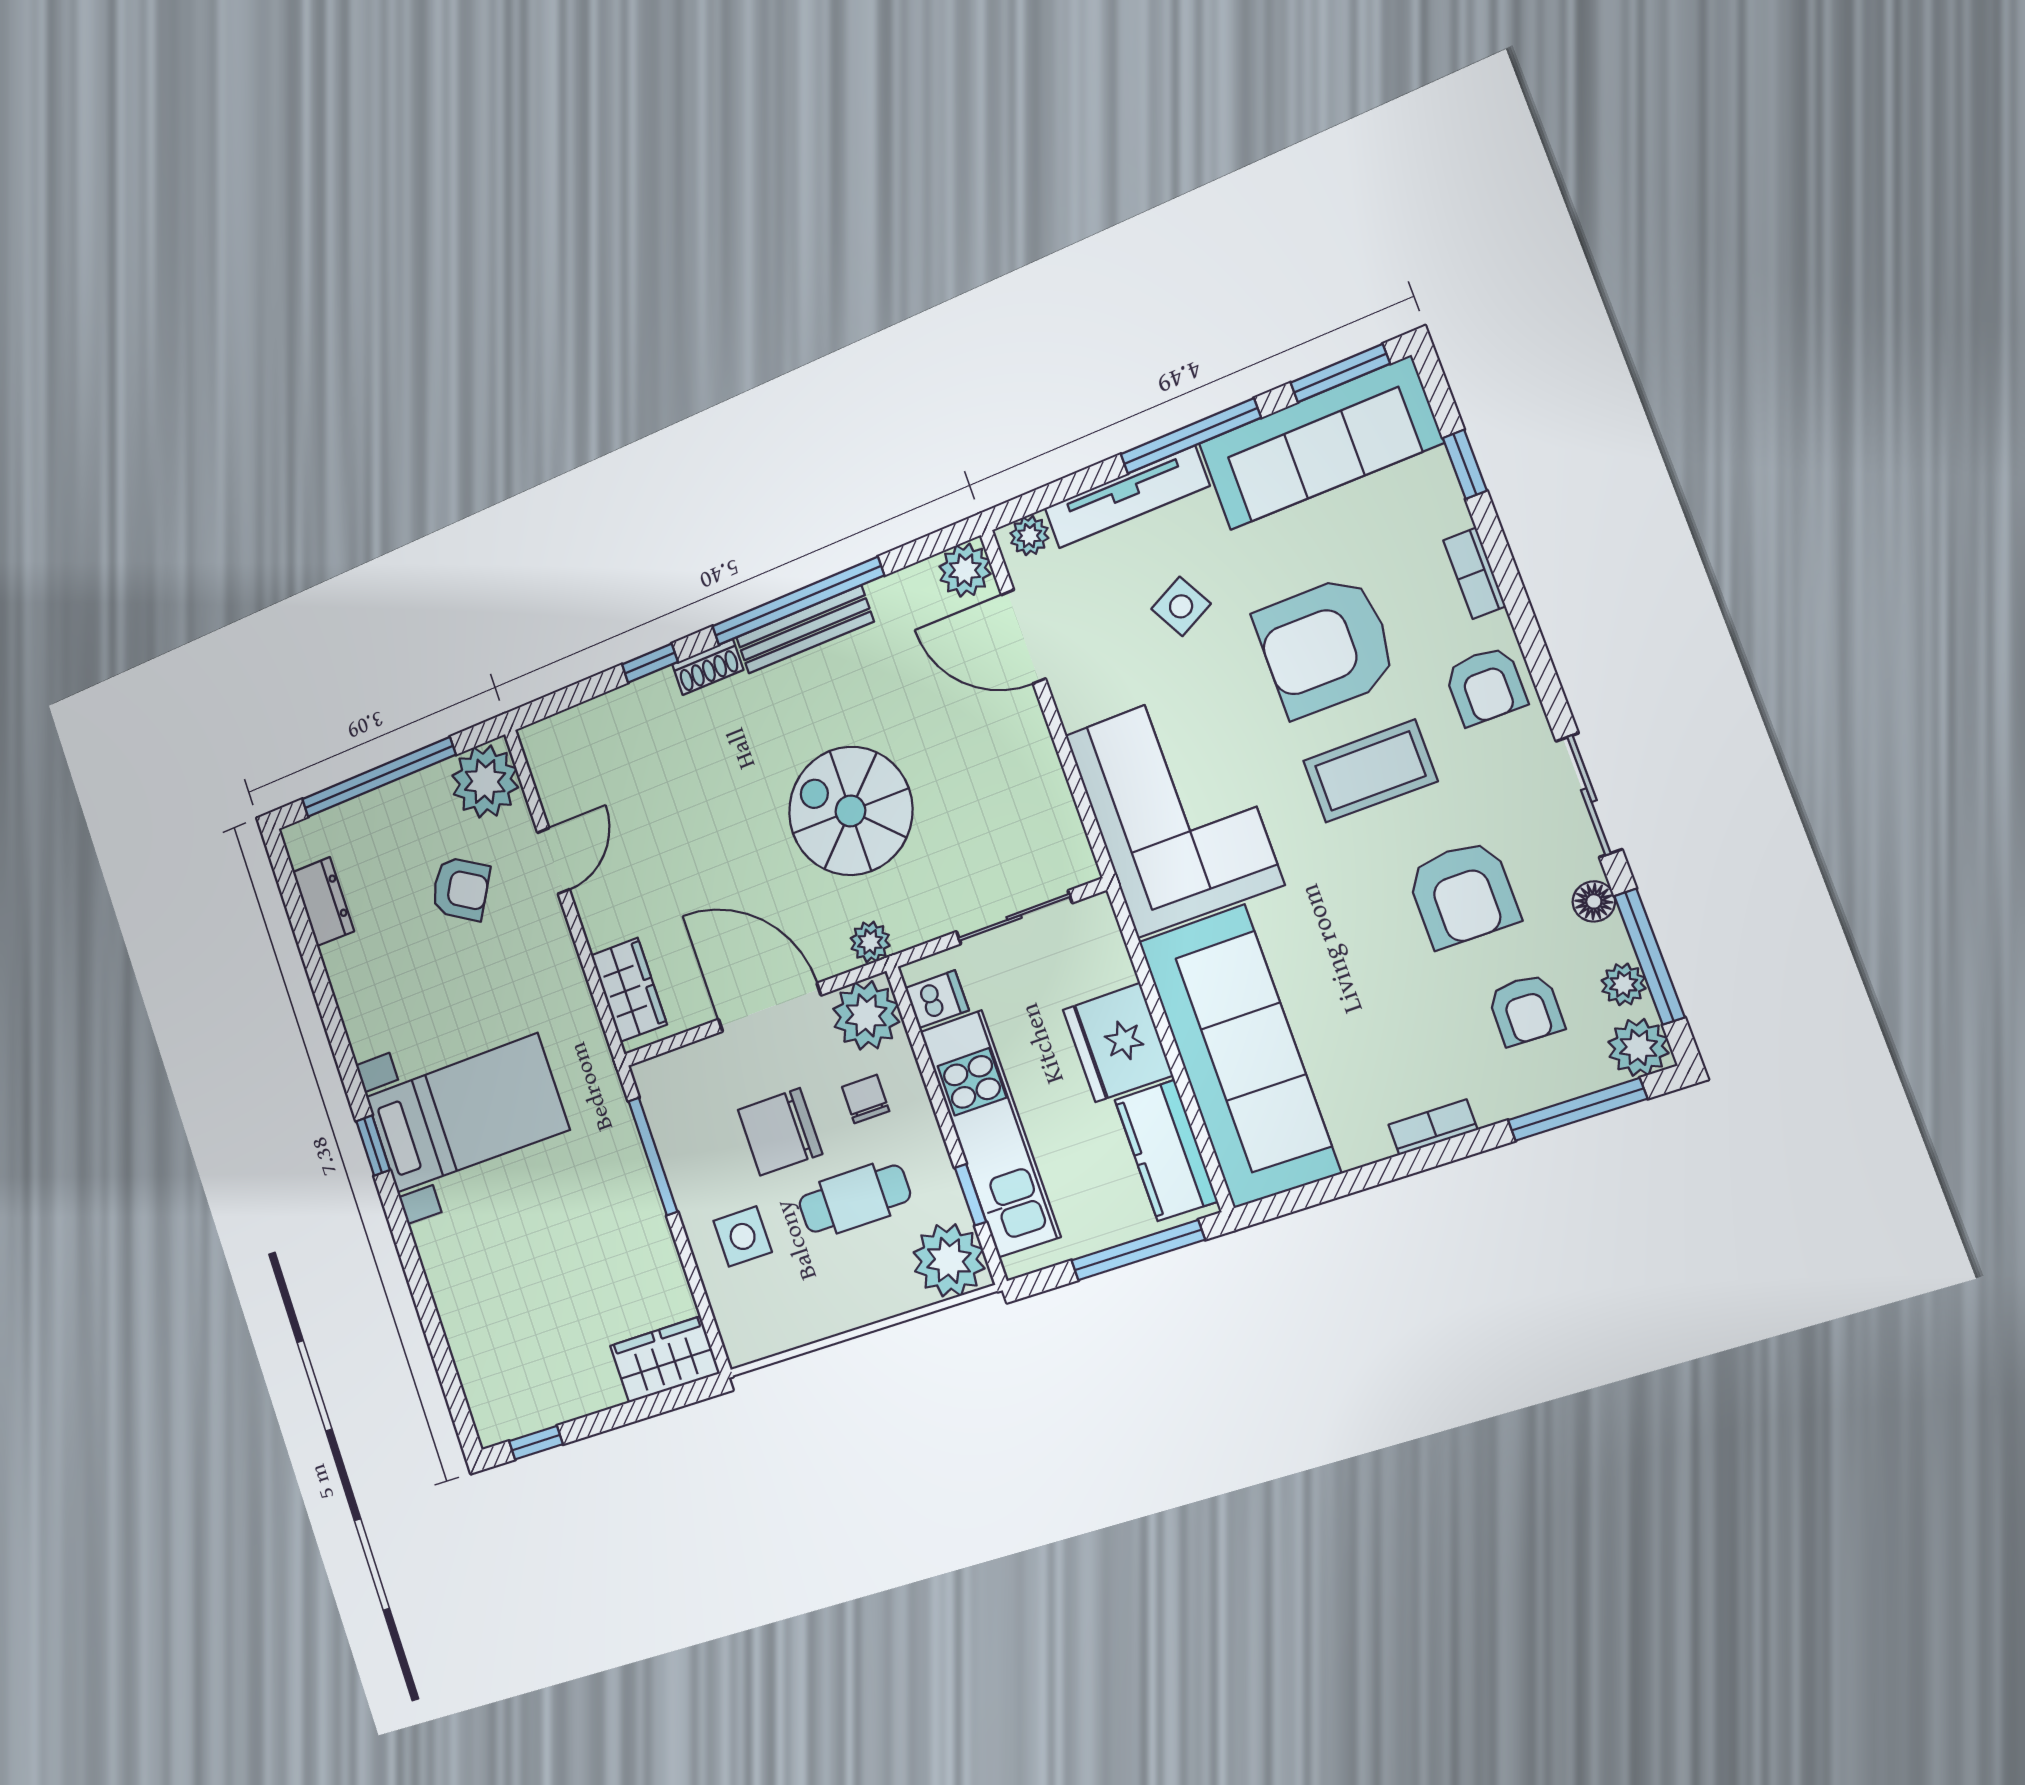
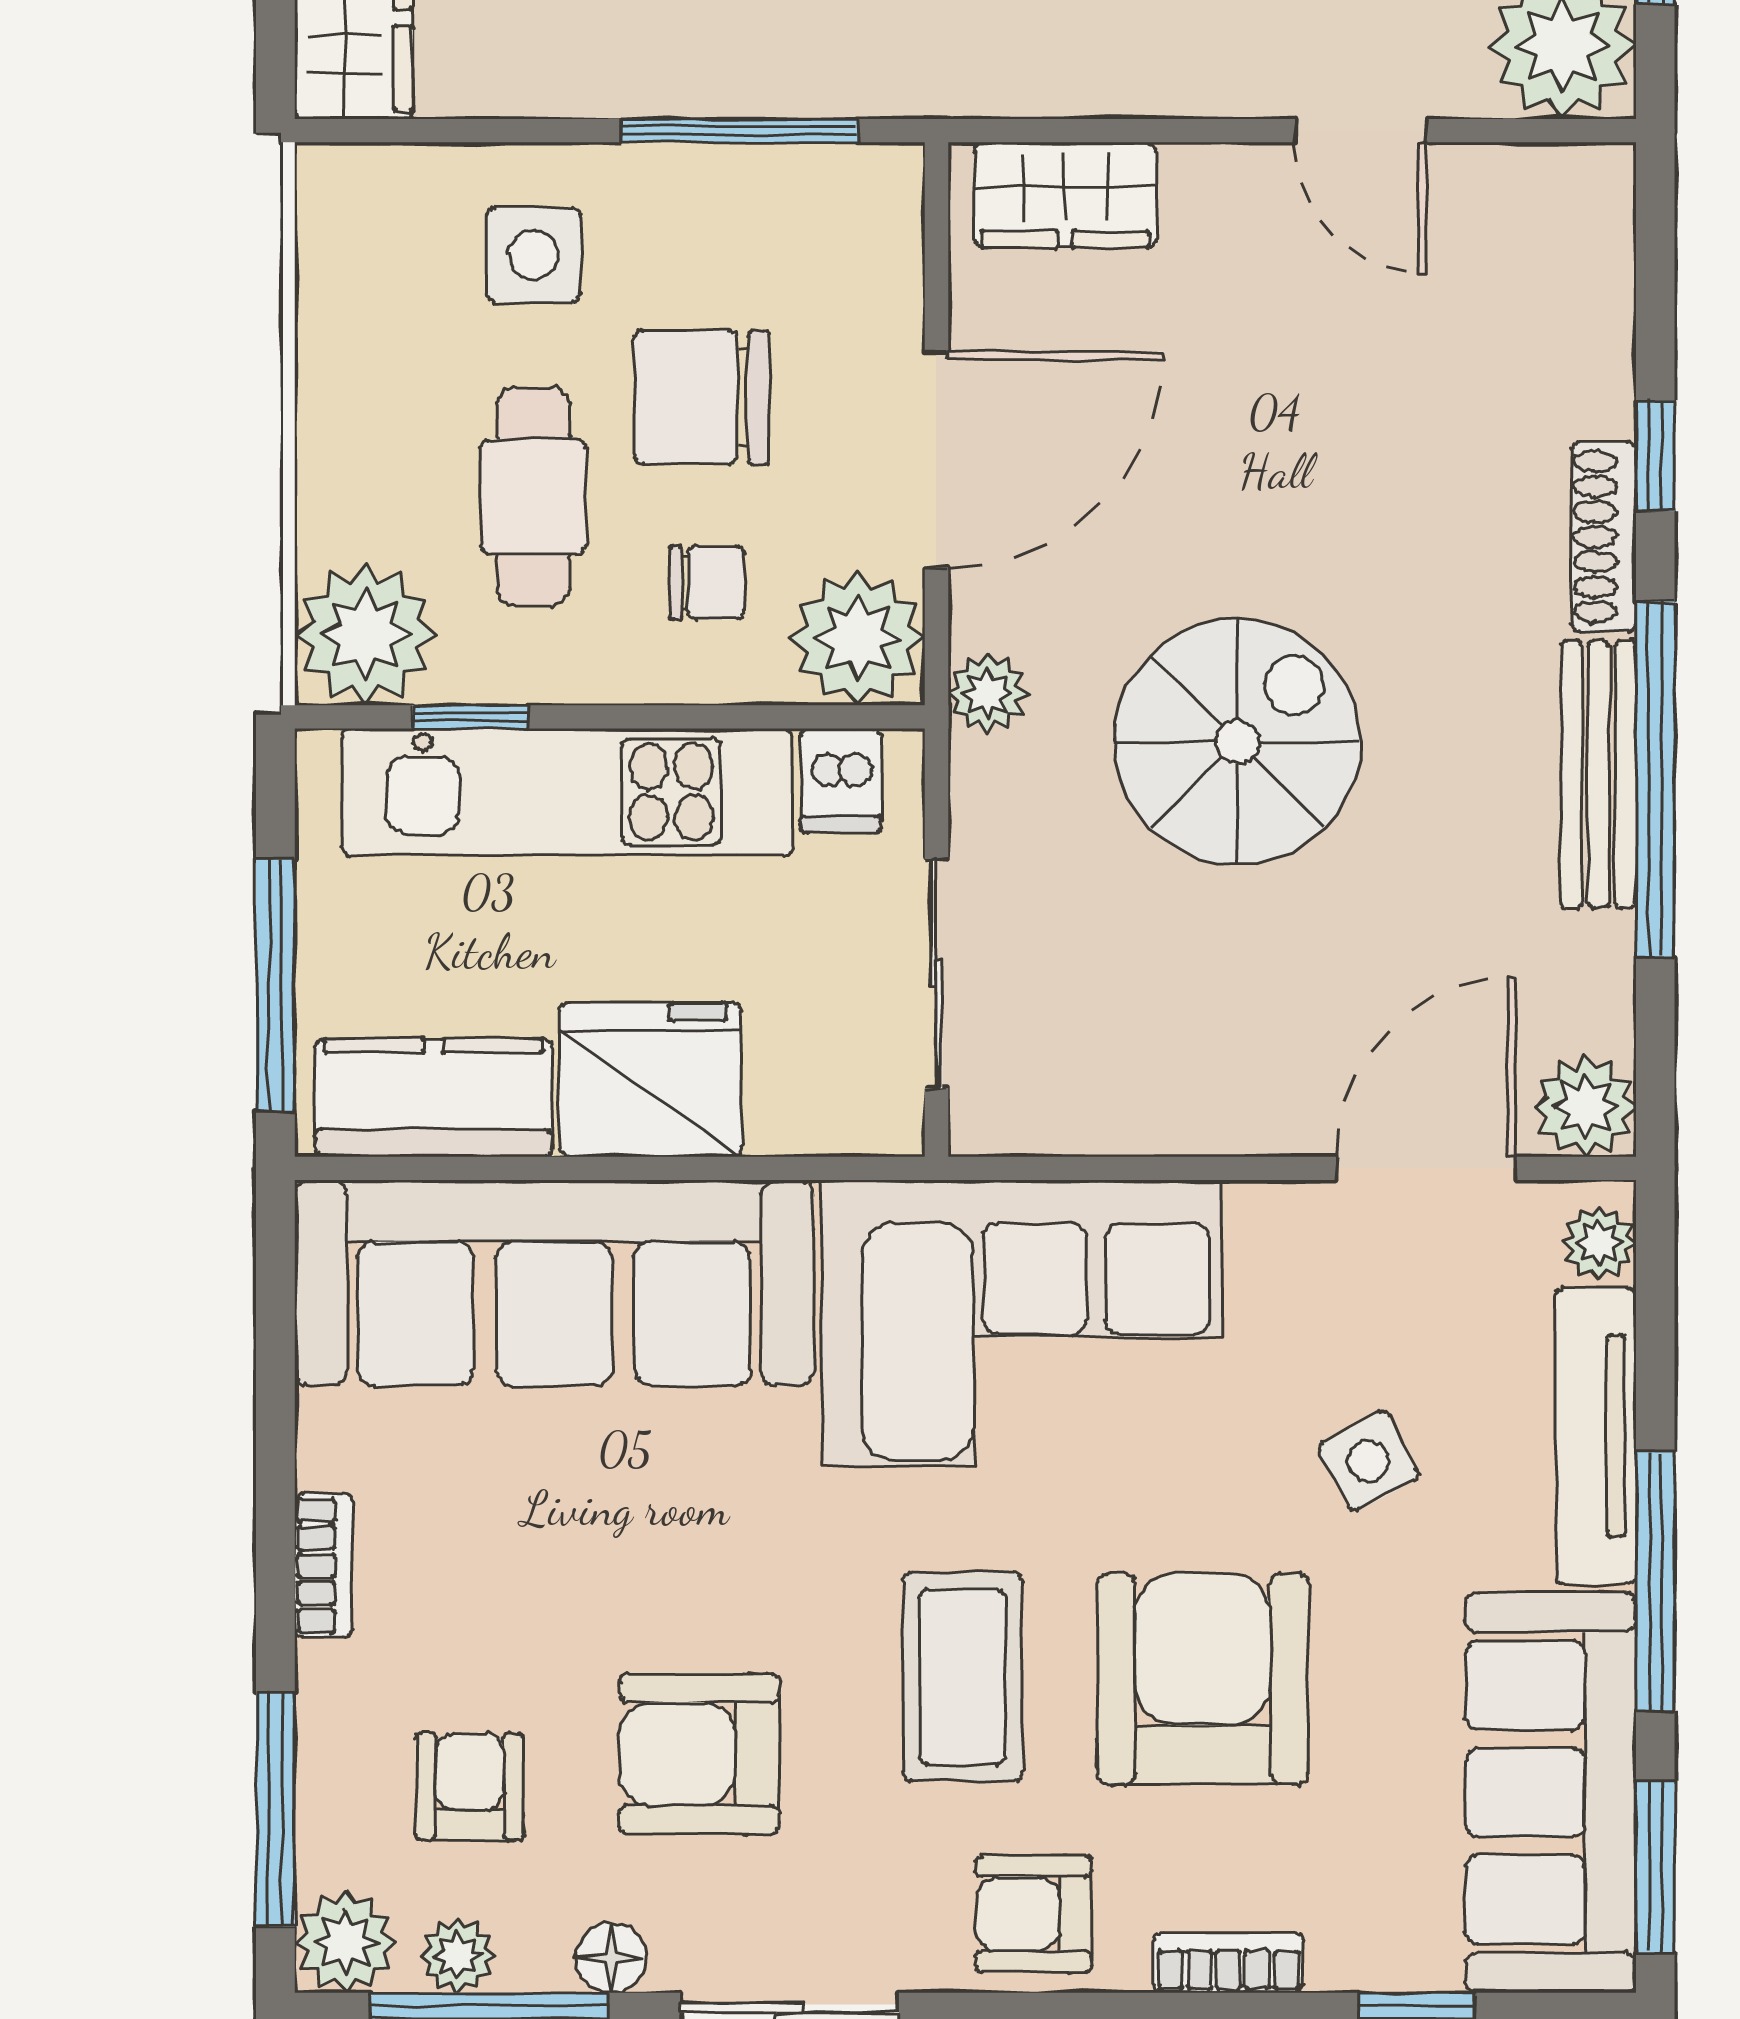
shoe rack: (708, 667) -> (1604, 537), width x1.43
armchair: (1526, 1010) -> (470, 1786), turned 89
chair: (780, 1132) -> (702, 397), turned -90

